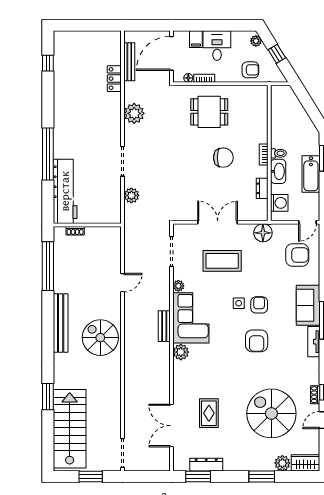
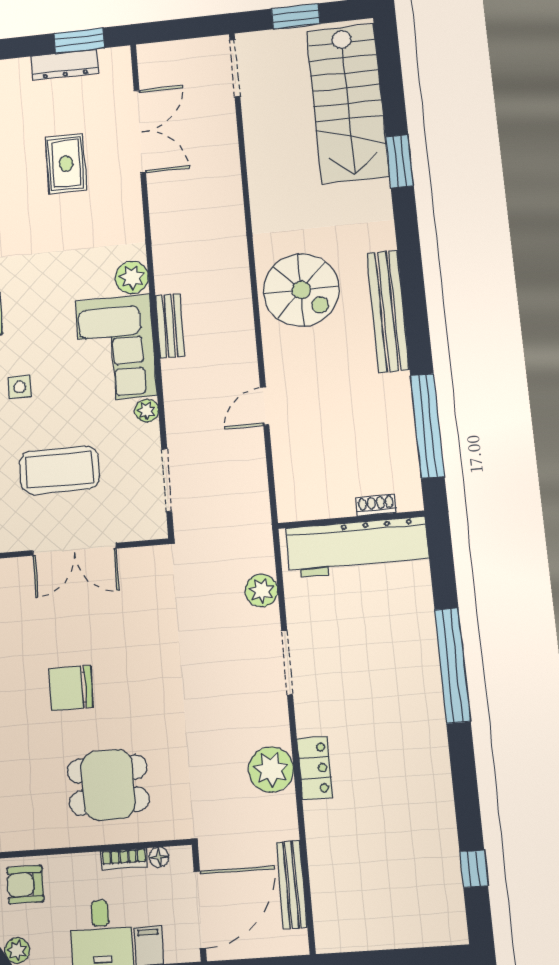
locker: (114, 79) -> (315, 768), moved
workbench: (65, 191) -> (357, 547), moved, turned -90

